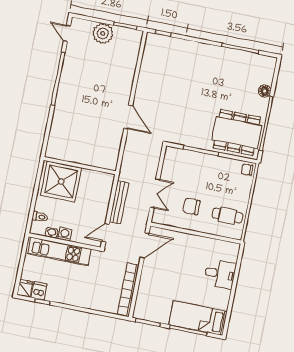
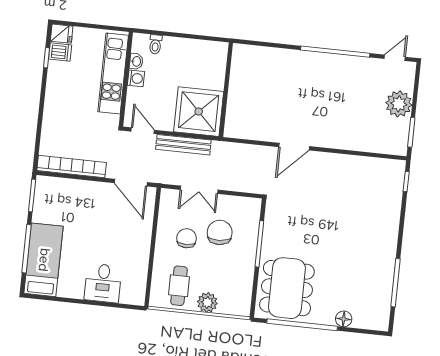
chair: (247, 170) -> (220, 232), moved, width x1.87, depth x1.87
shower: (61, 182) -> (199, 112), moved
plant: (242, 195) -> (207, 303), added

